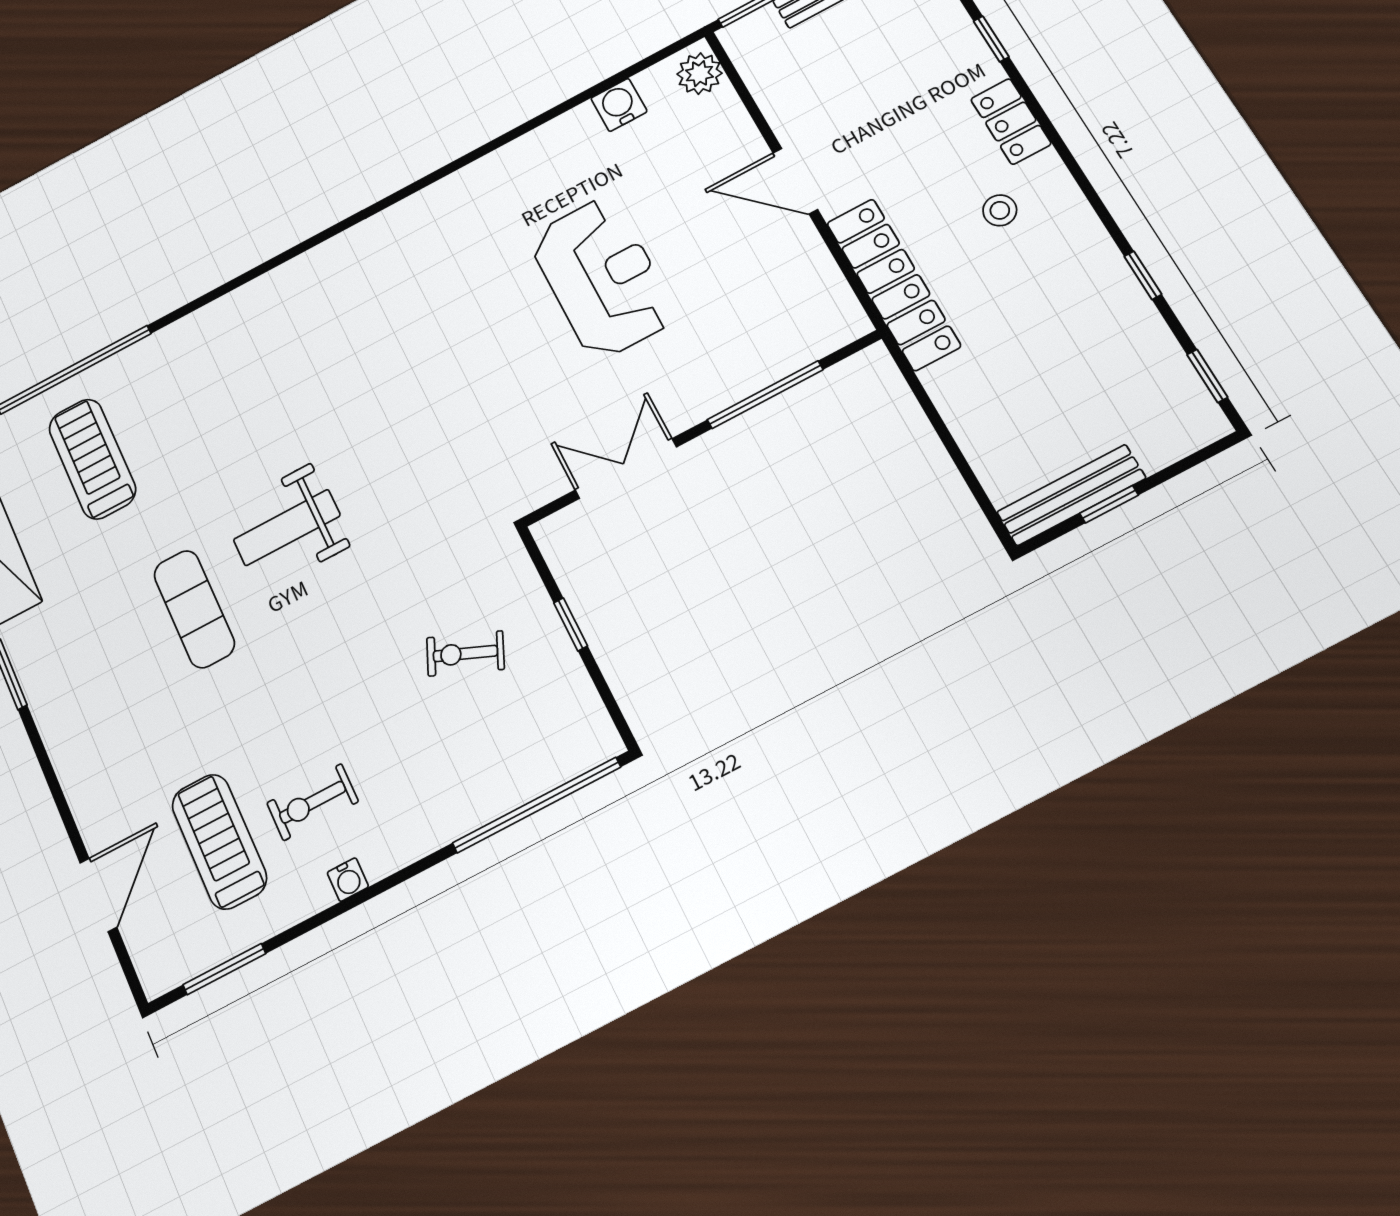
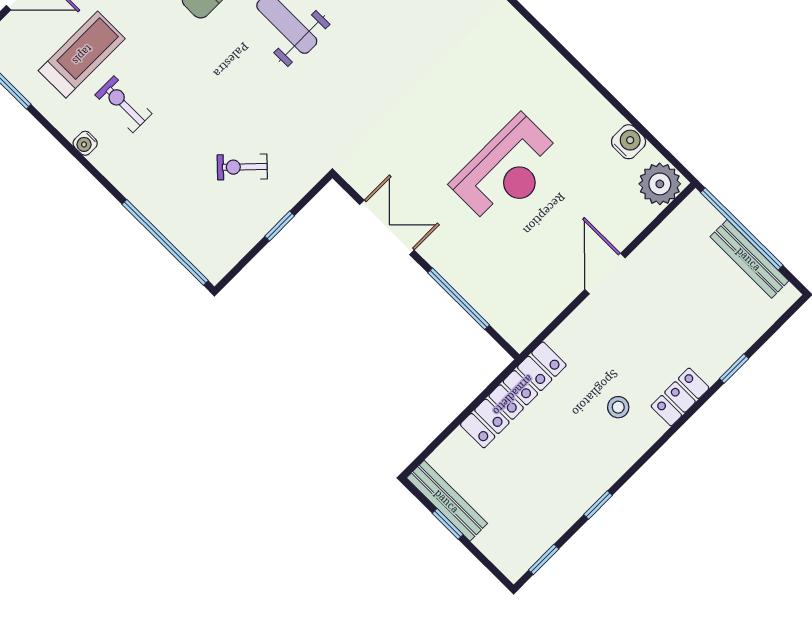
plant: (699, 74) -> (660, 184), width x1.36, depth x1.36
locker: (893, 284) -> (513, 395), moved
exercise bike: (465, 653) -> (242, 167), turned -69

